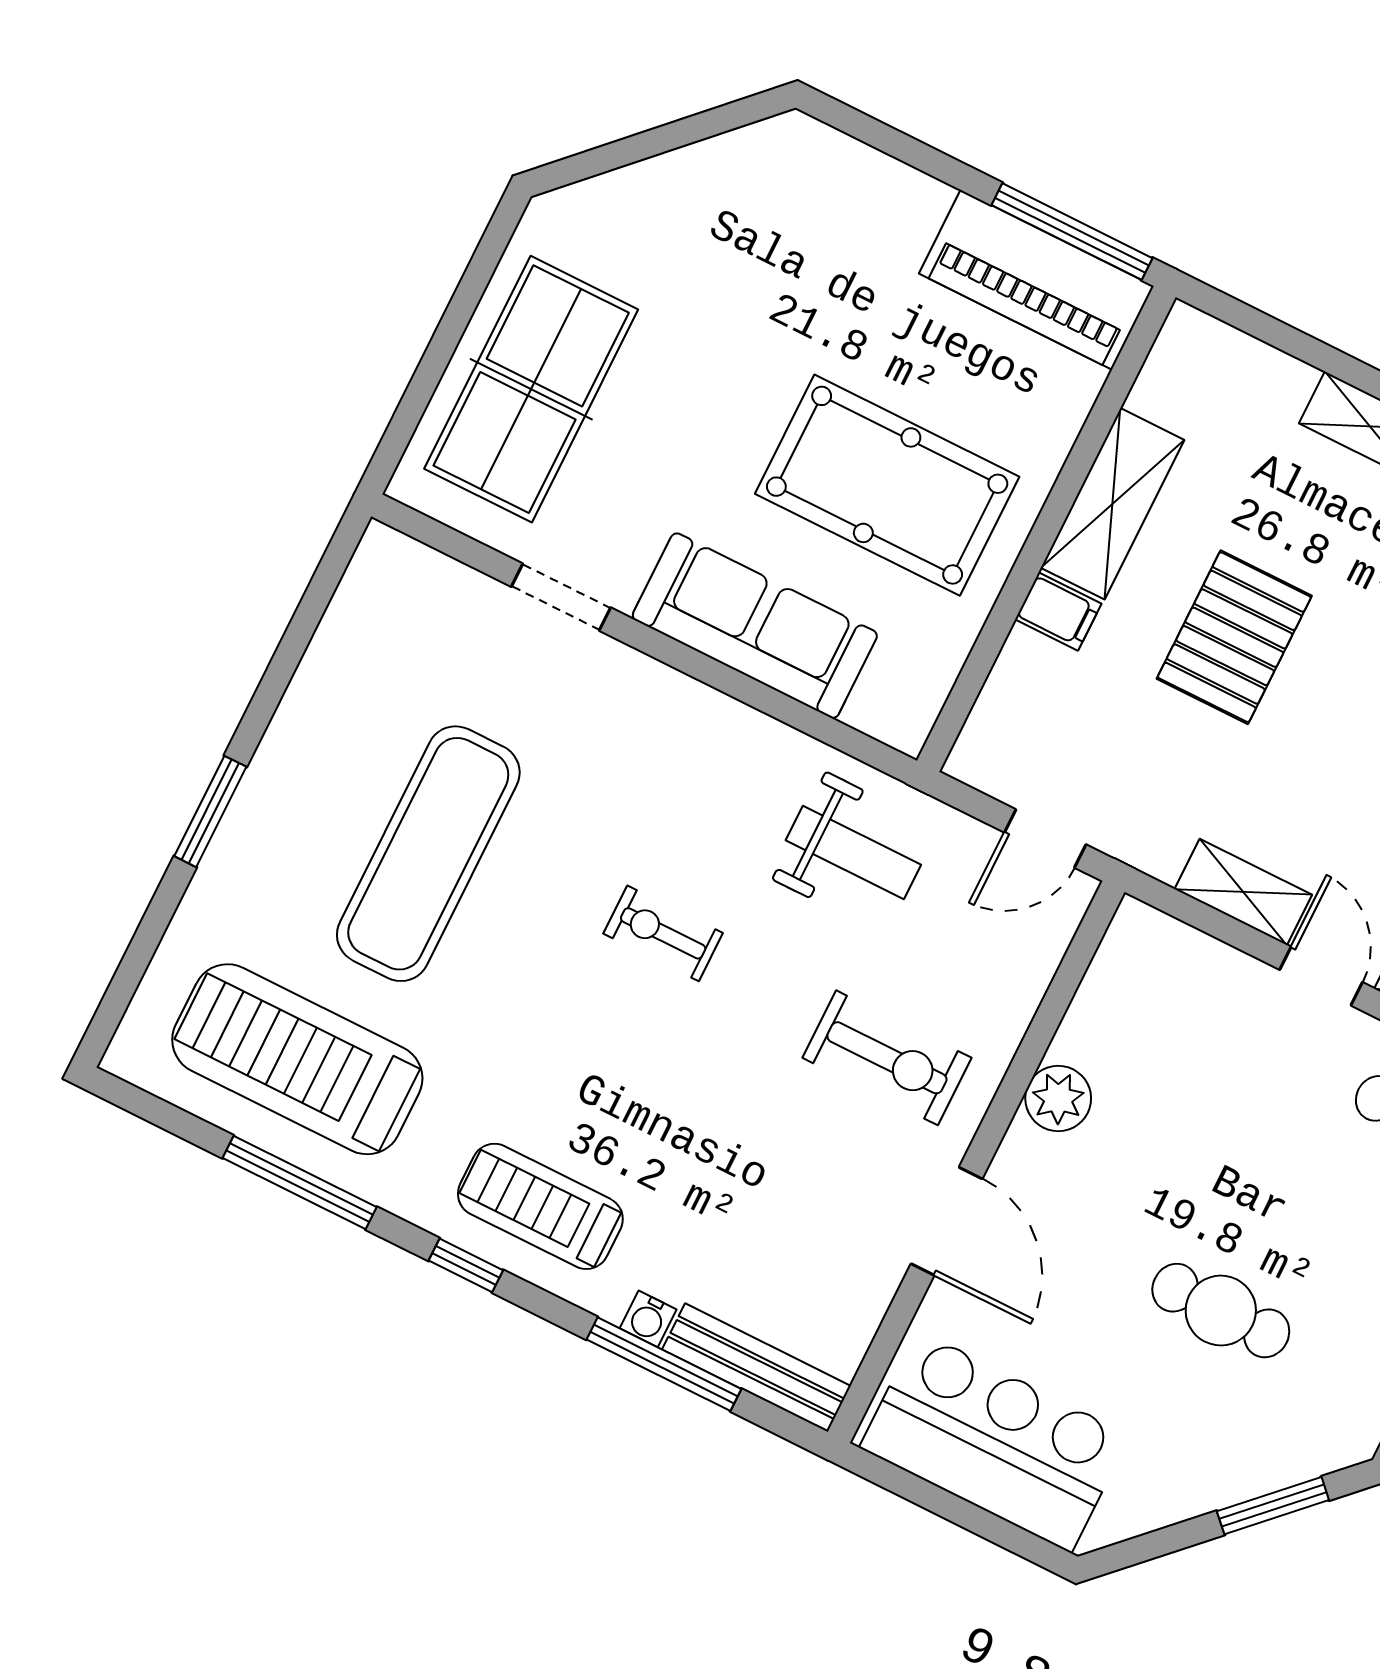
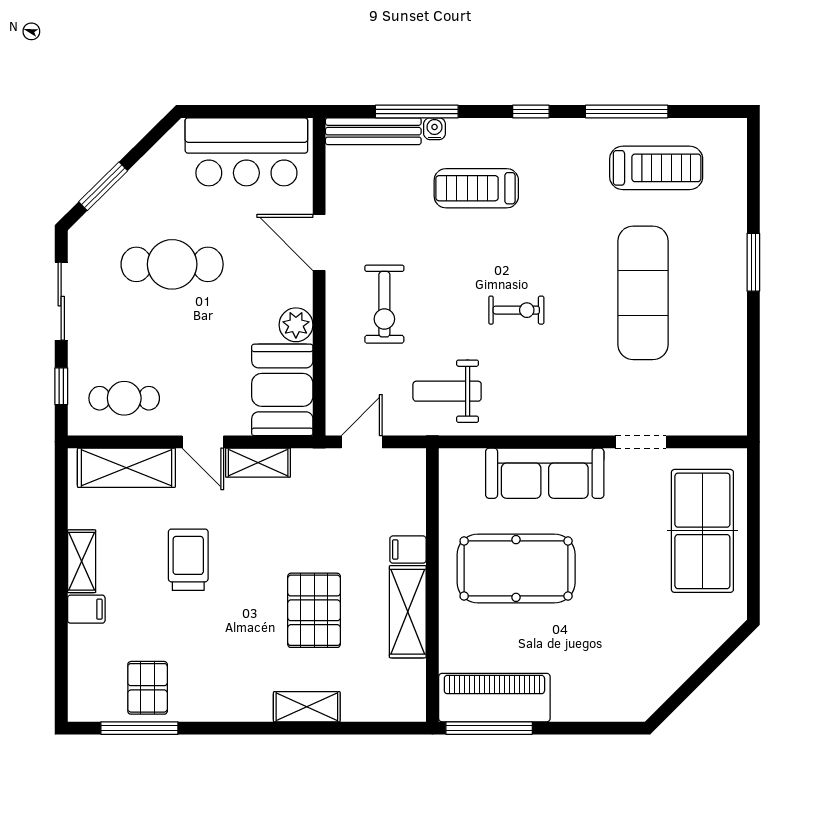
pallet: (1234, 637) -> (314, 610), moved
booth: (1138, 997) -> (282, 390), added
exercise bike: (887, 1058) -> (384, 304), turned -90
treadmill: (297, 1059) -> (656, 168), width x0.73, depth x0.73
treadmill: (540, 1206) -> (476, 188), moved, turned 180
cafe table: (1221, 1311) -> (172, 264), width x1.37, depth x1.35

